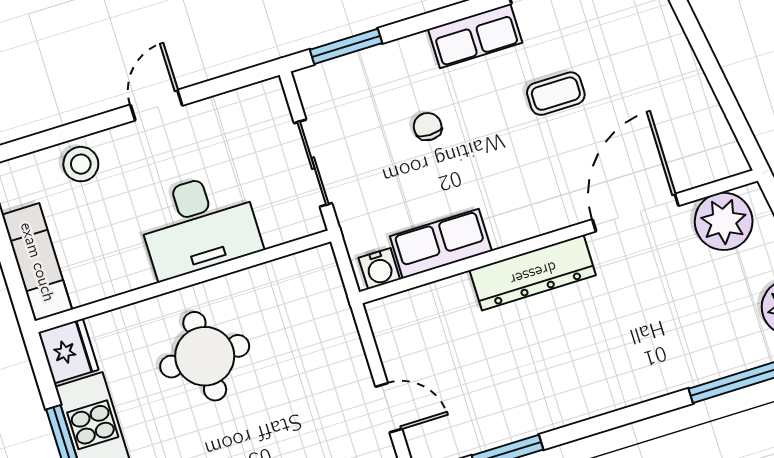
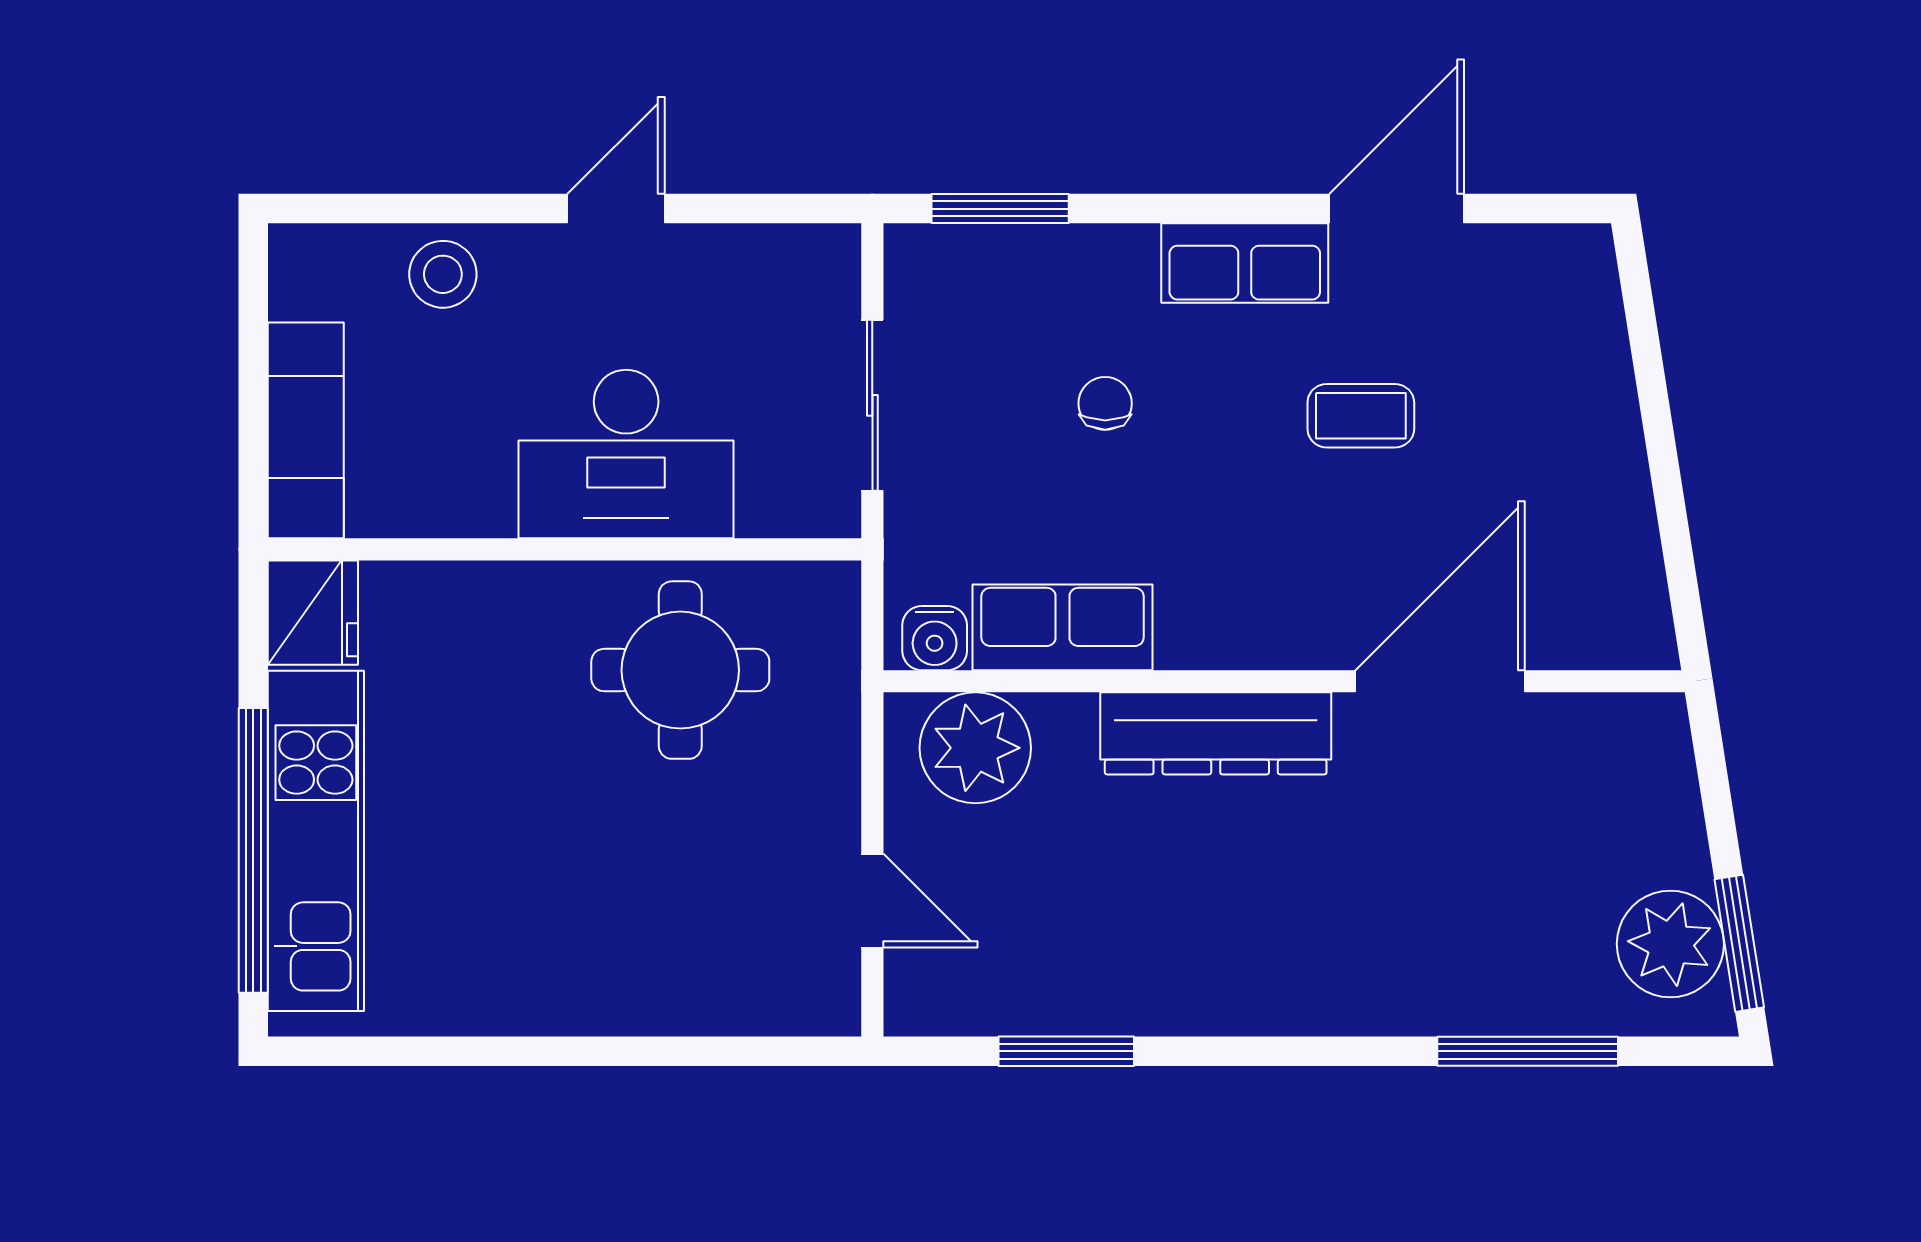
plant: (724, 221) -> (975, 748), moved
round table: (205, 356) -> (680, 670), moved

